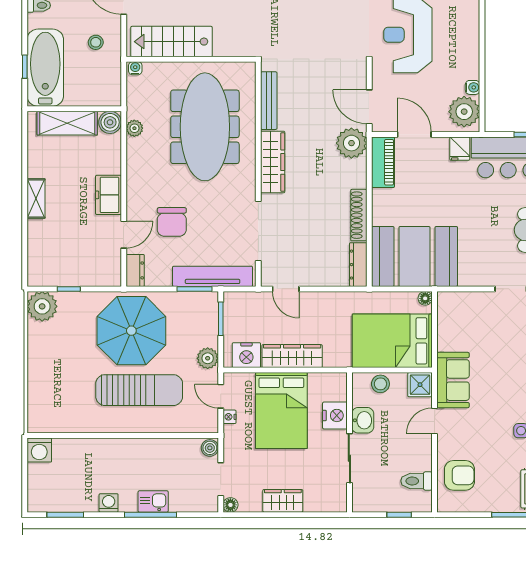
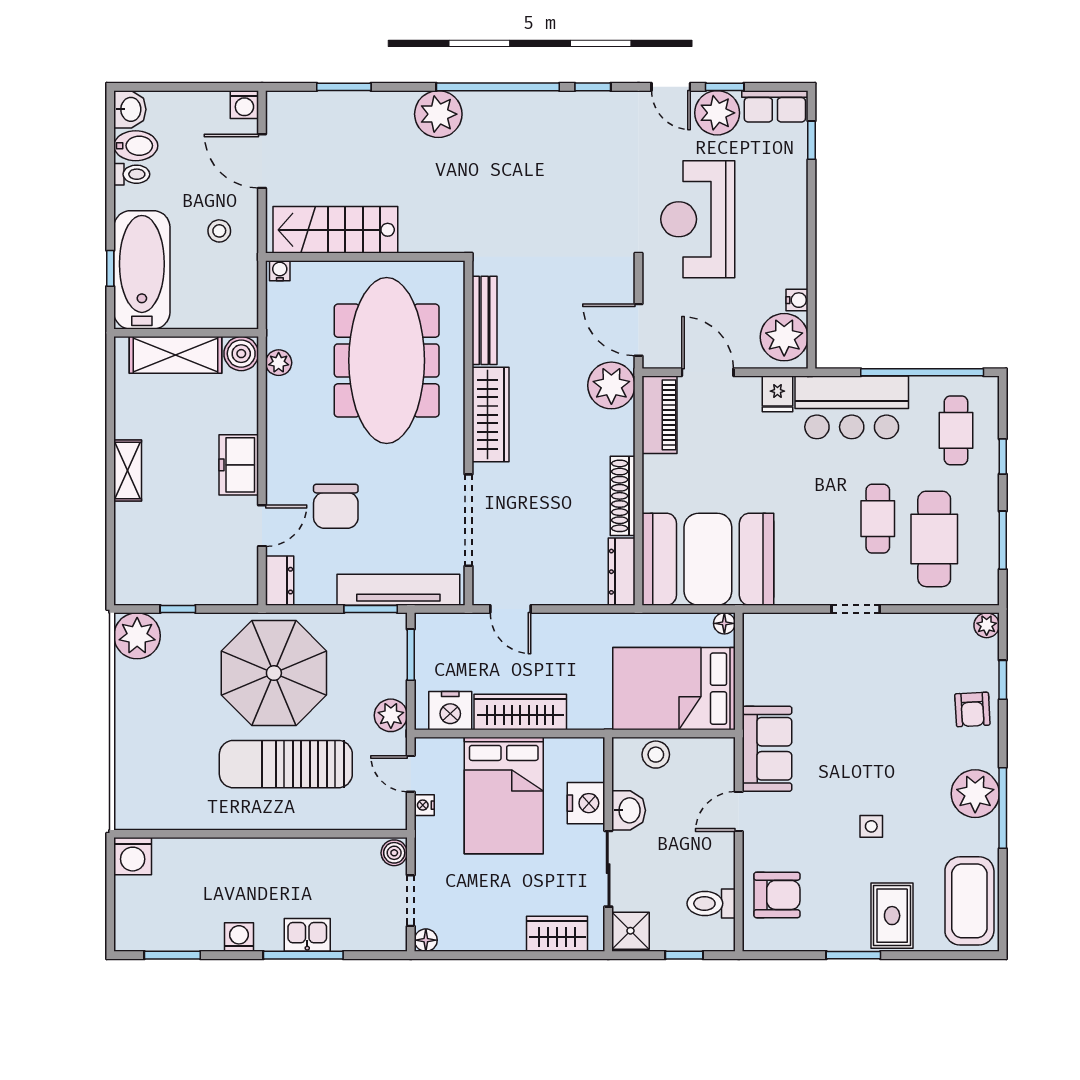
shower: (420, 385) -> (630, 931), moved
sun lounger: (139, 390) -> (286, 764), turned 180
wardrobe: (283, 501) -> (557, 934), moved

